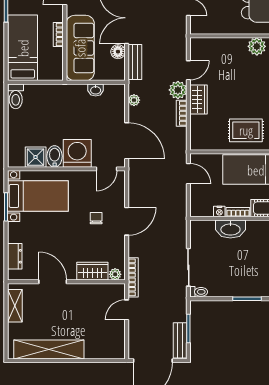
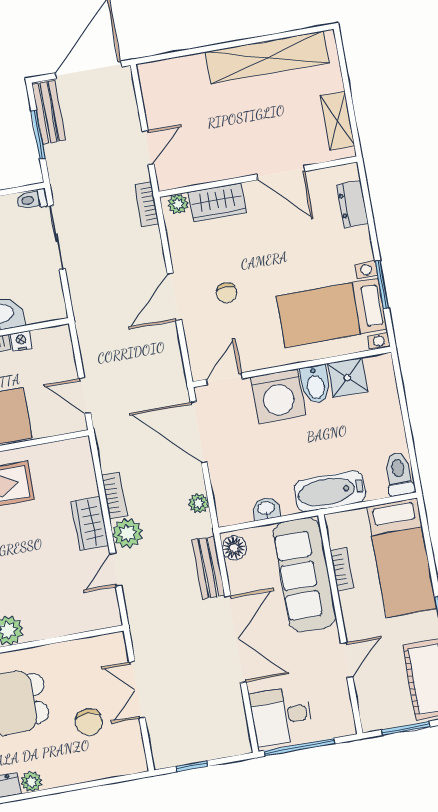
bookcase: (58, 35) -> (342, 569), moved
floor lamp: (118, 52) -> (234, 548), moved
bathtub: (57, 93) -> (330, 491), added
bookcase: (133, 277) -> (147, 204), width x0.64

